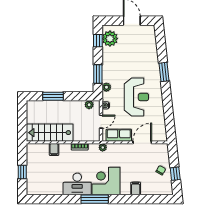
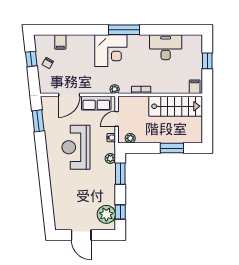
window: (164, 72) -> (38, 121), moved
filing cabinet: (54, 150) -> (195, 87), moved
desk: (77, 184) -> (166, 47), moved
filing cabinet: (136, 189) -> (60, 42), moved

